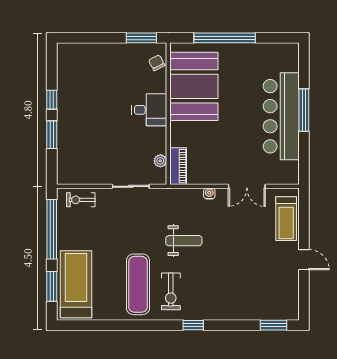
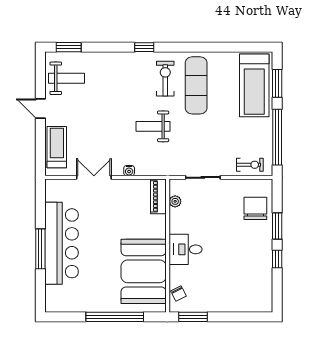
chair: (75, 153) -> (255, 208), added
weight bench: (276, 292) -> (66, 78), added

